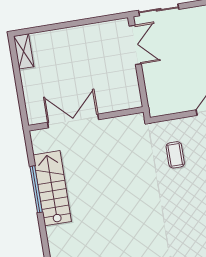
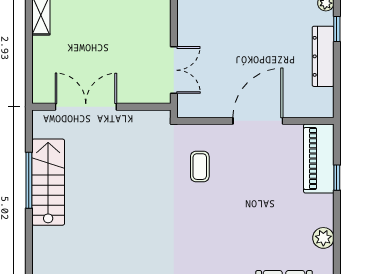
double door: (135, 45) -> (174, 70), moved

